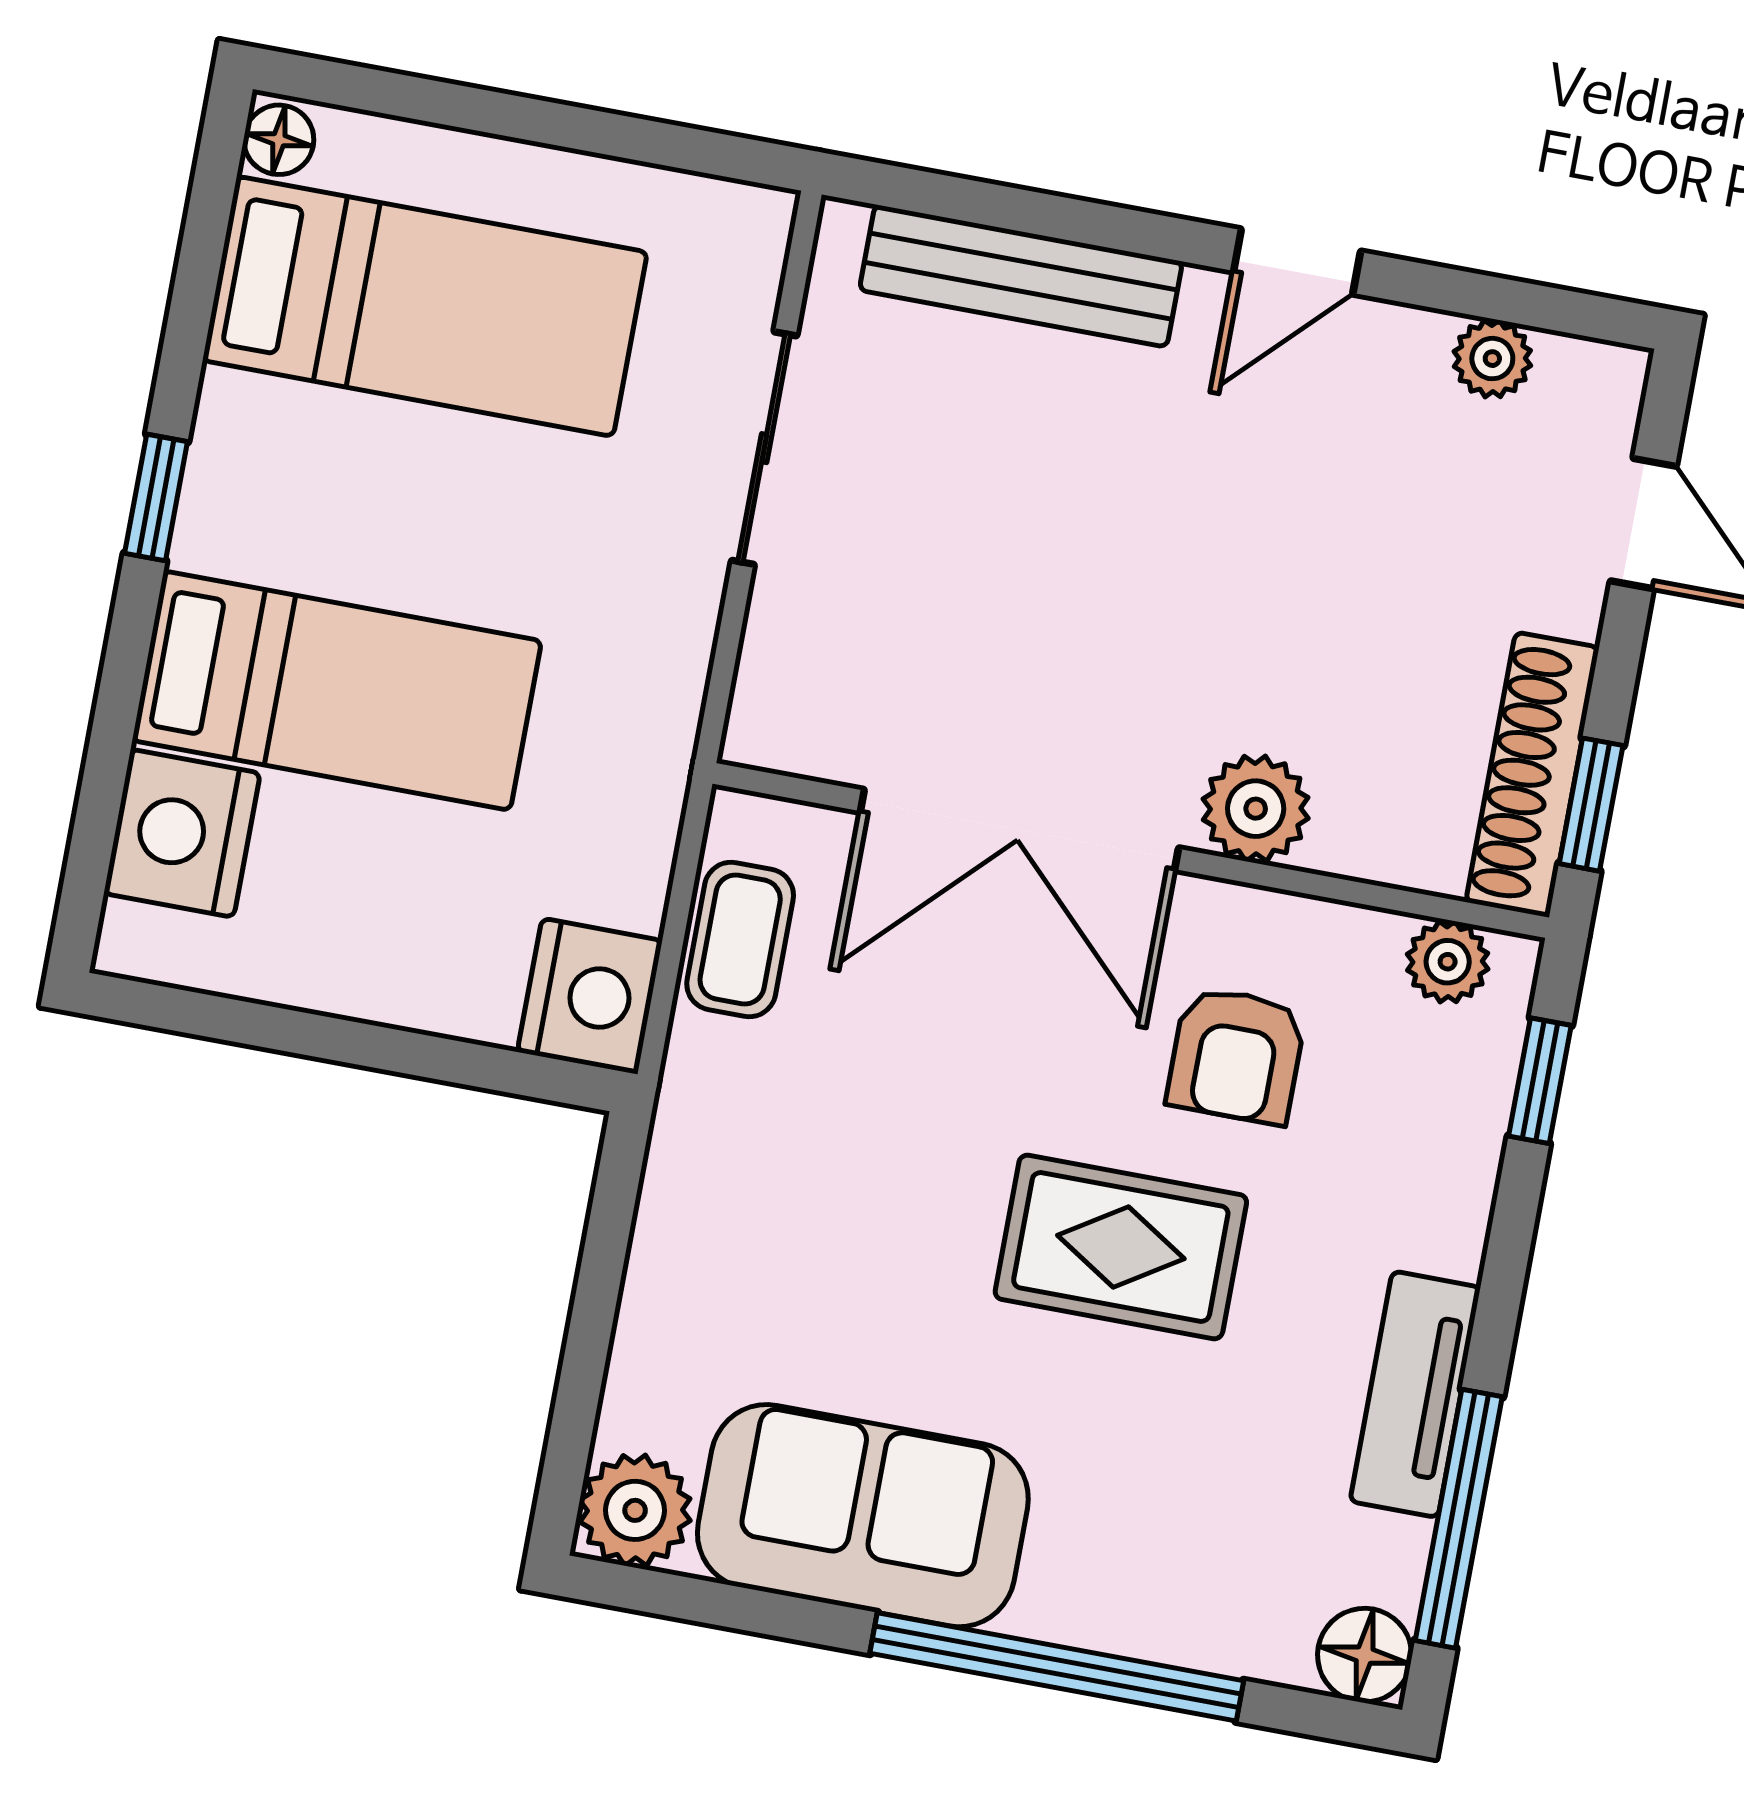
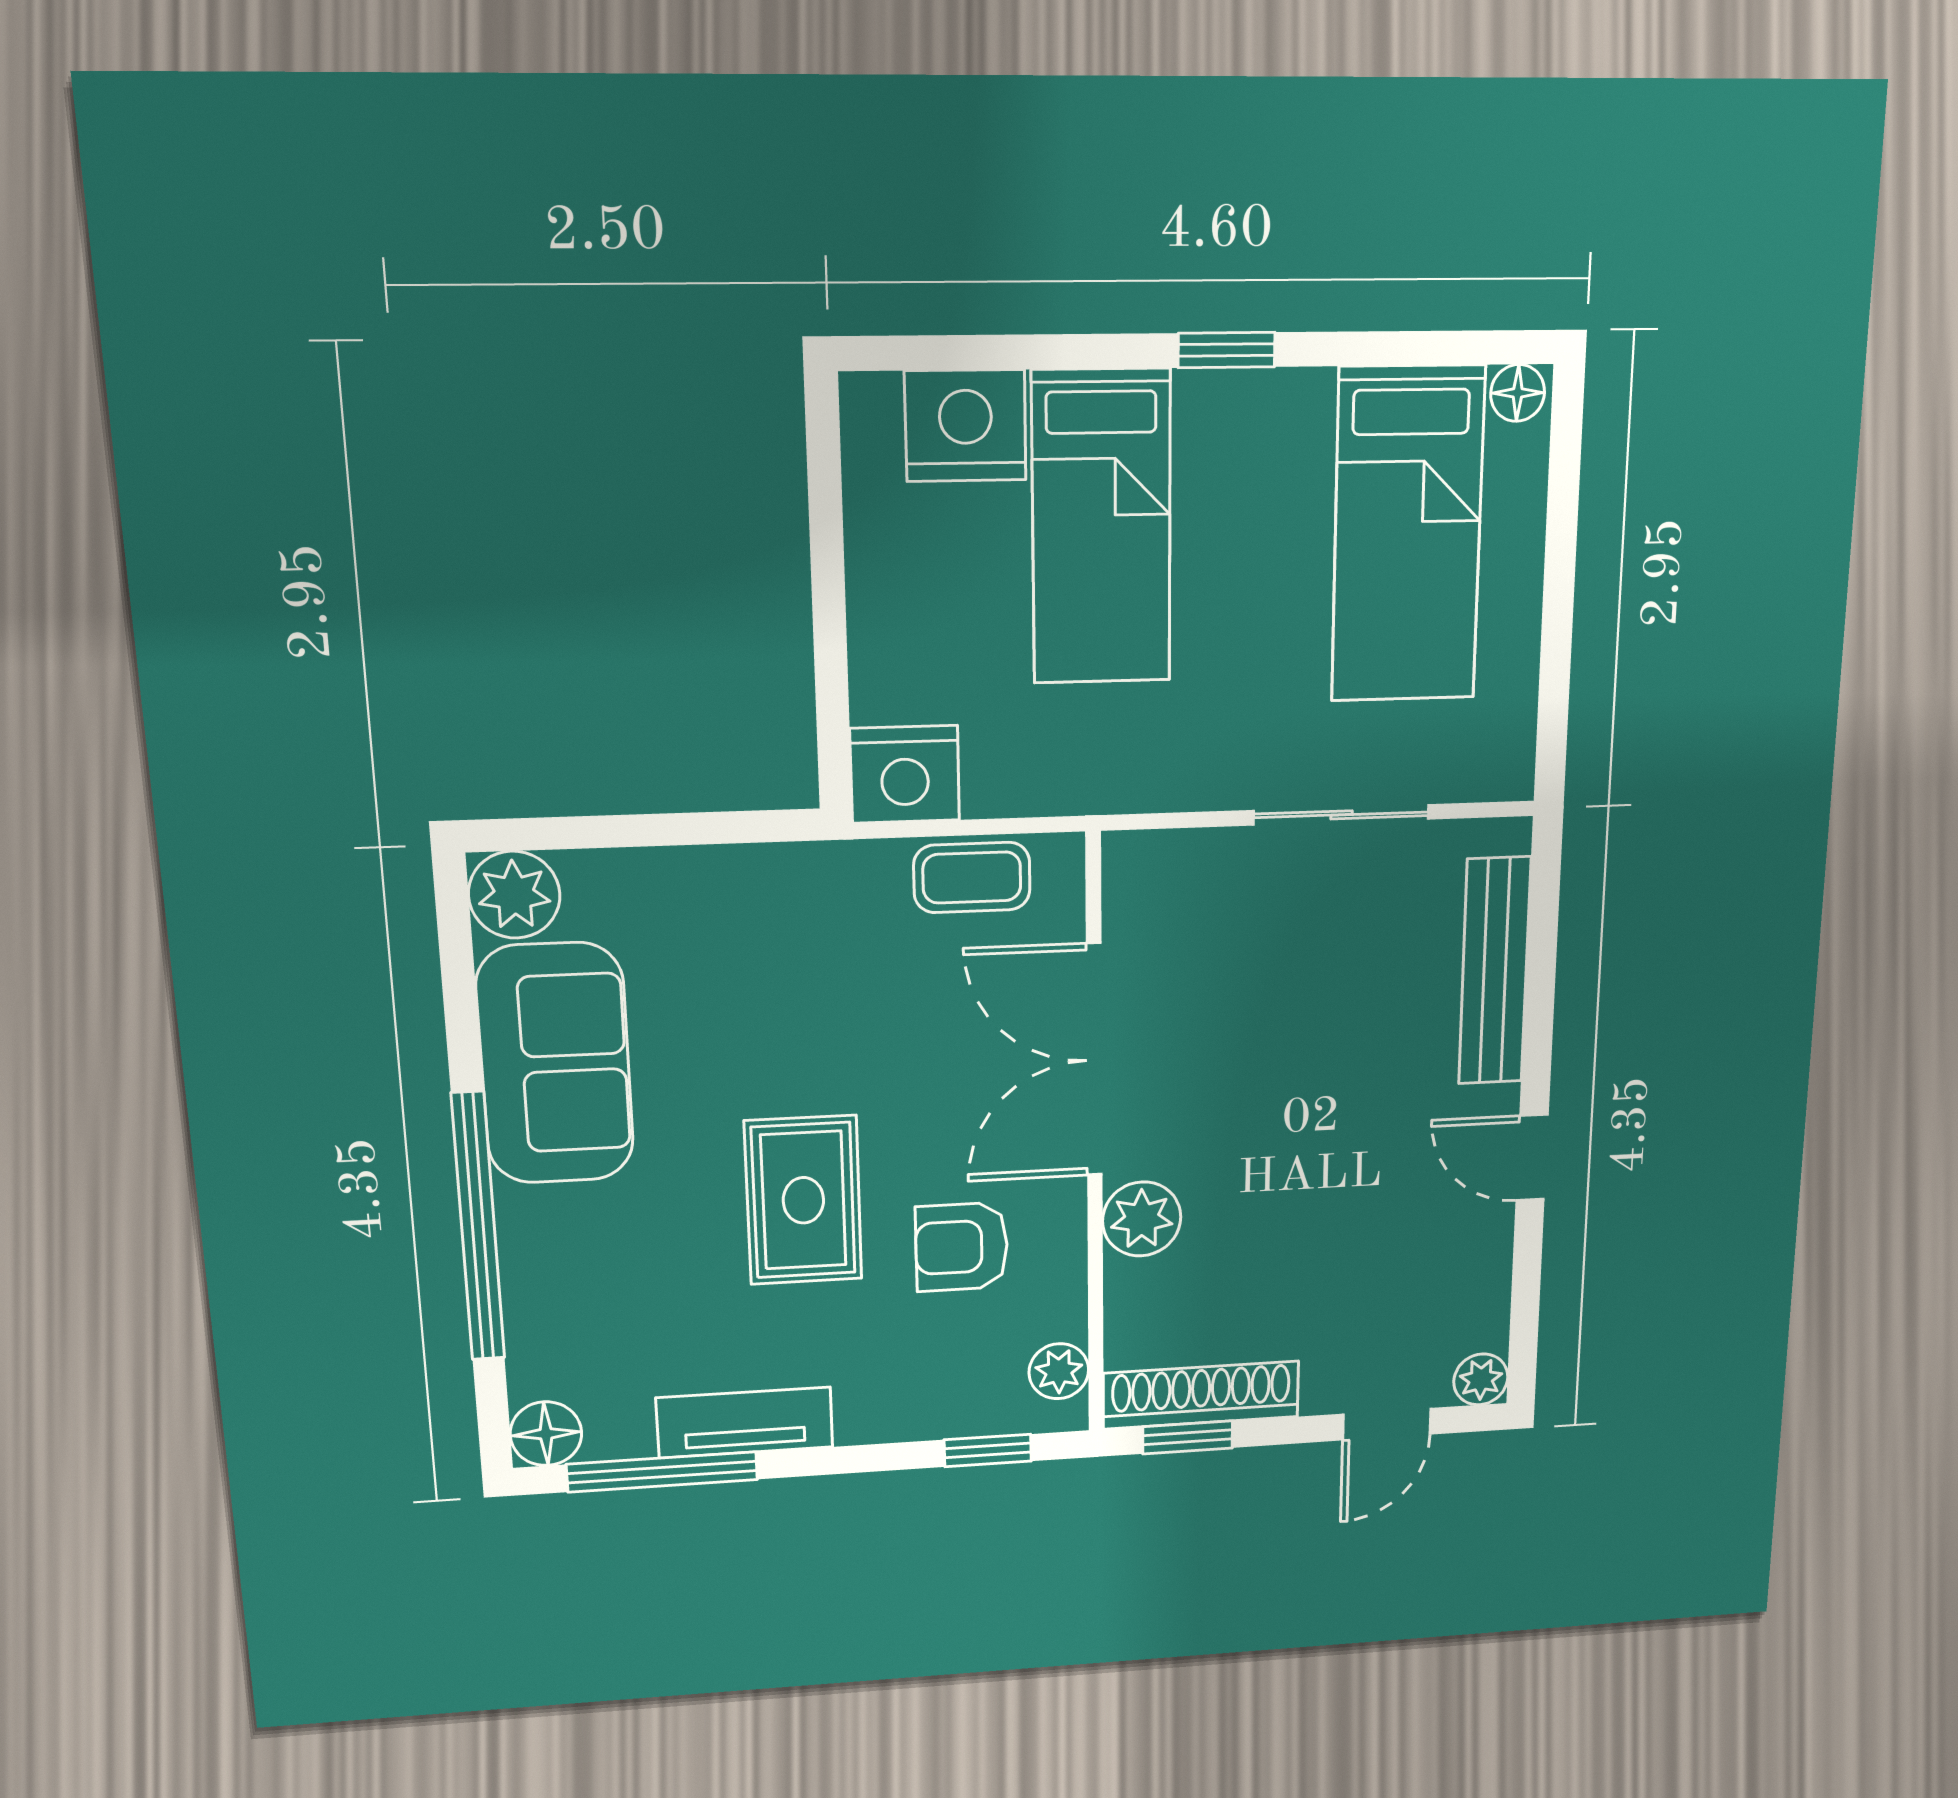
plant: (1492, 359) -> (1481, 1379), moved

